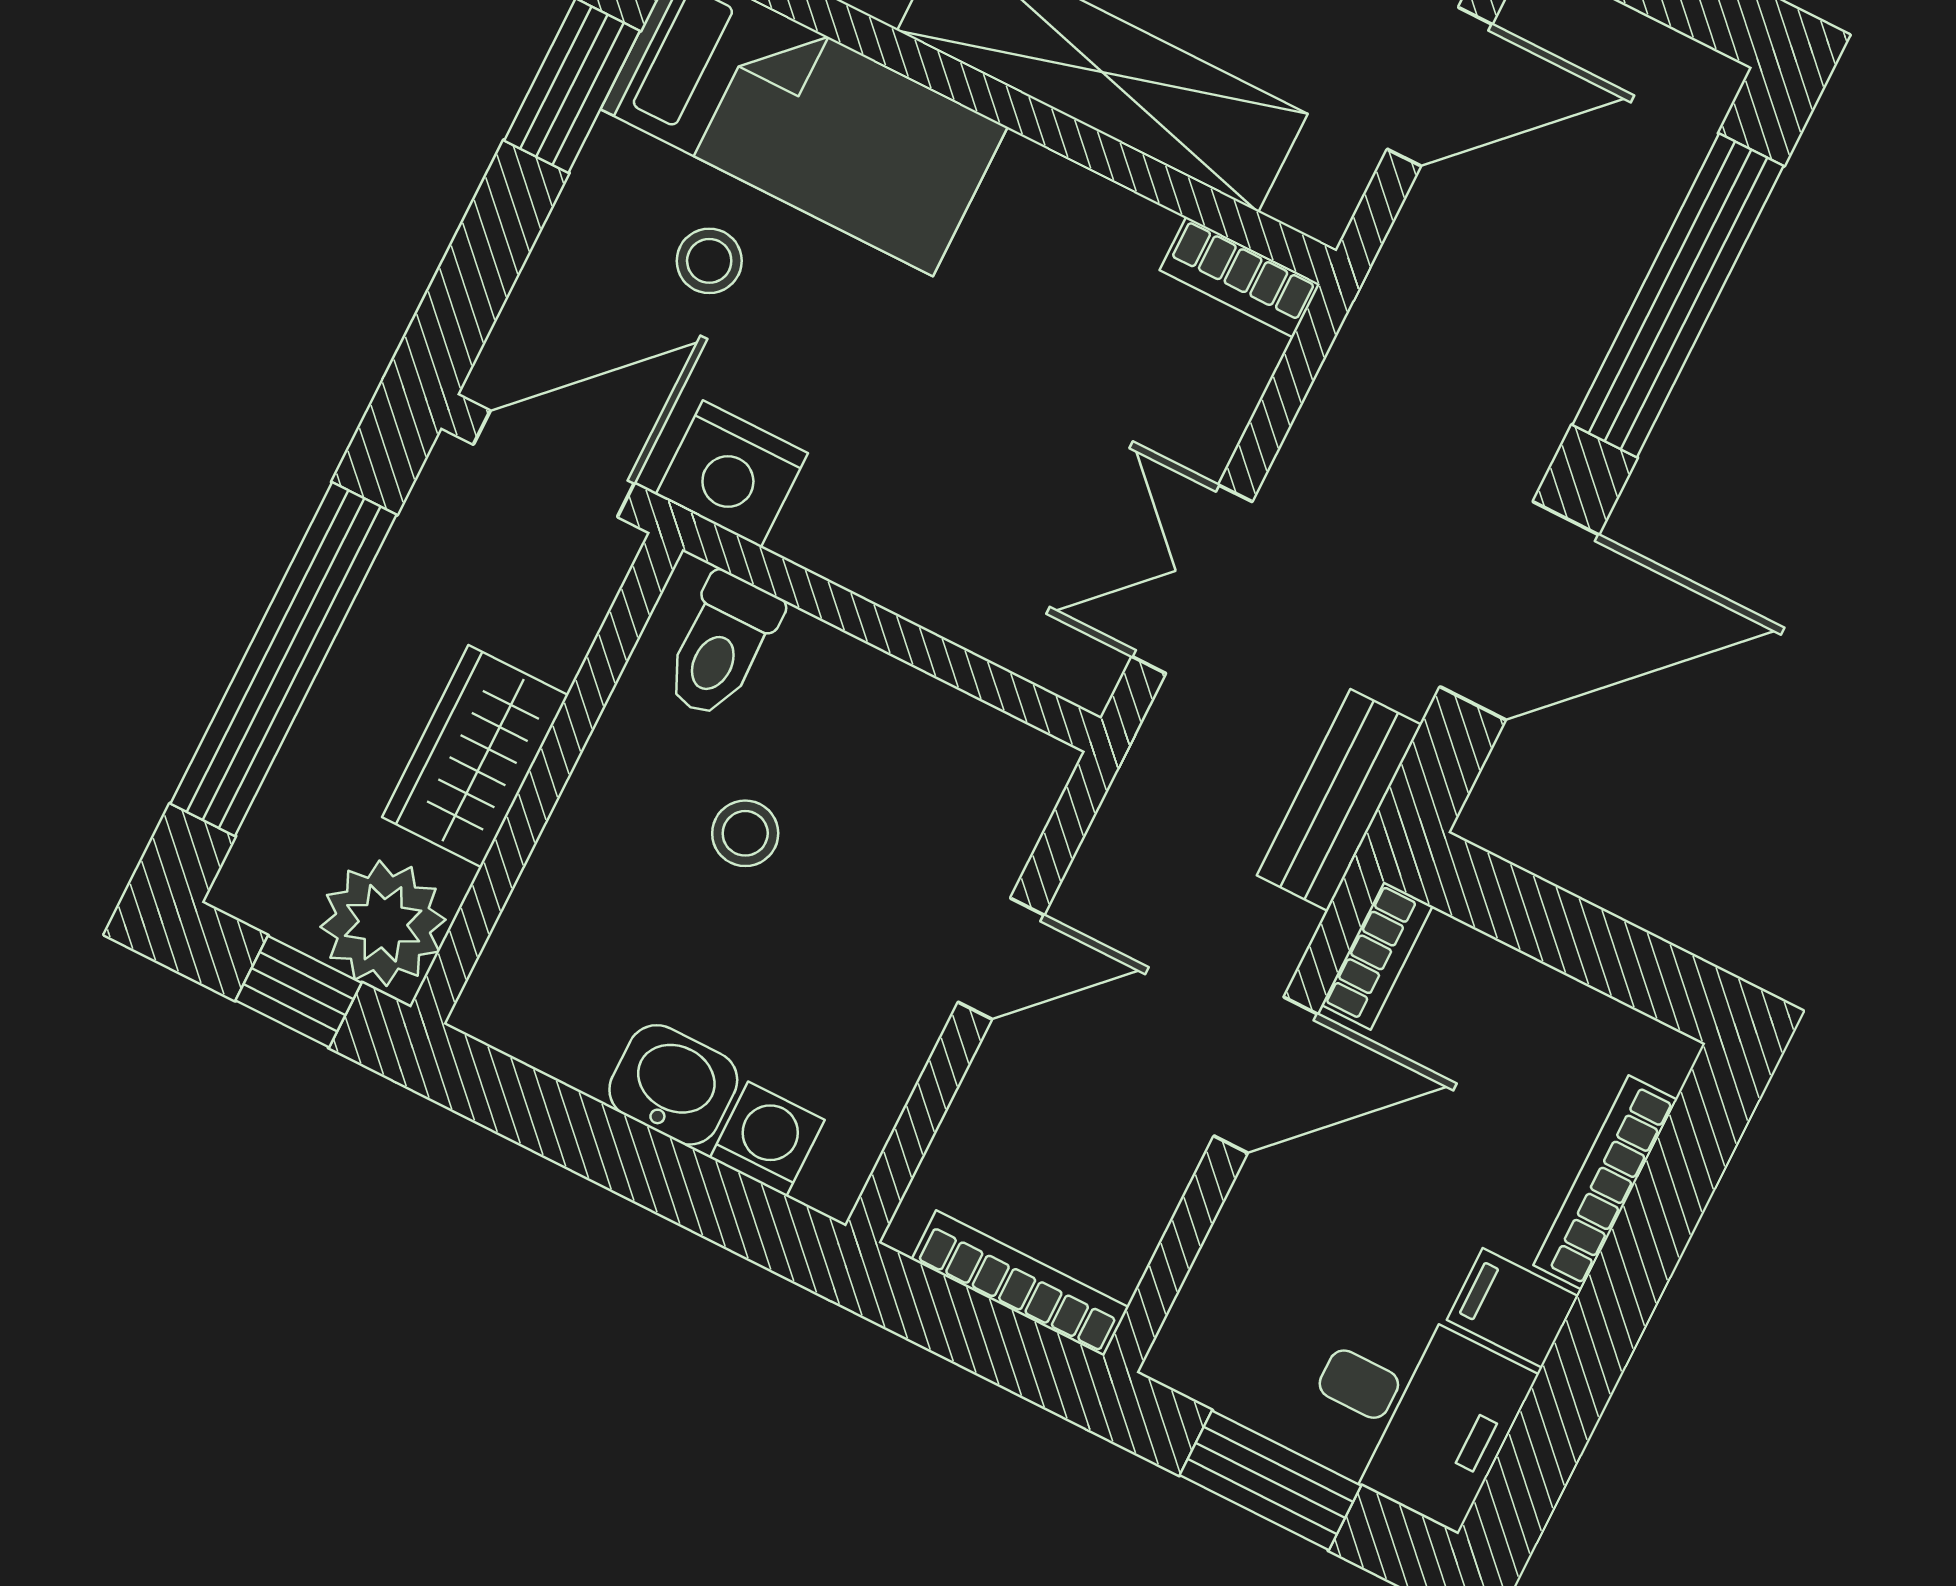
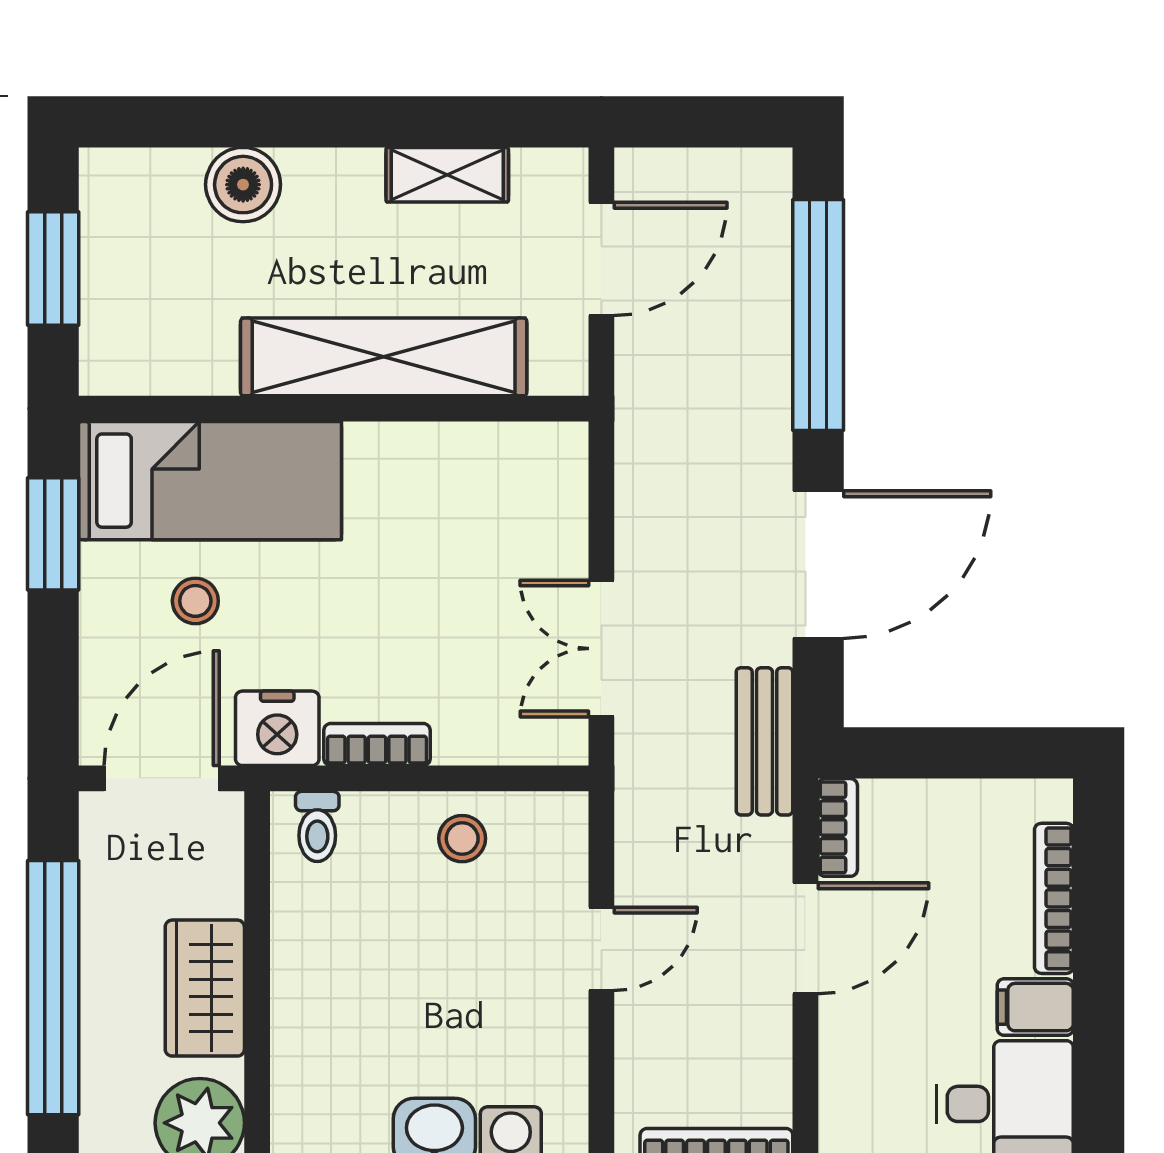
bookcase: (1240, 277) -> (377, 745), moved, turned 180
toilet: (721, 646) -> (317, 826), width x0.73, depth x0.72
stool: (745, 833) -> (462, 839), moved

